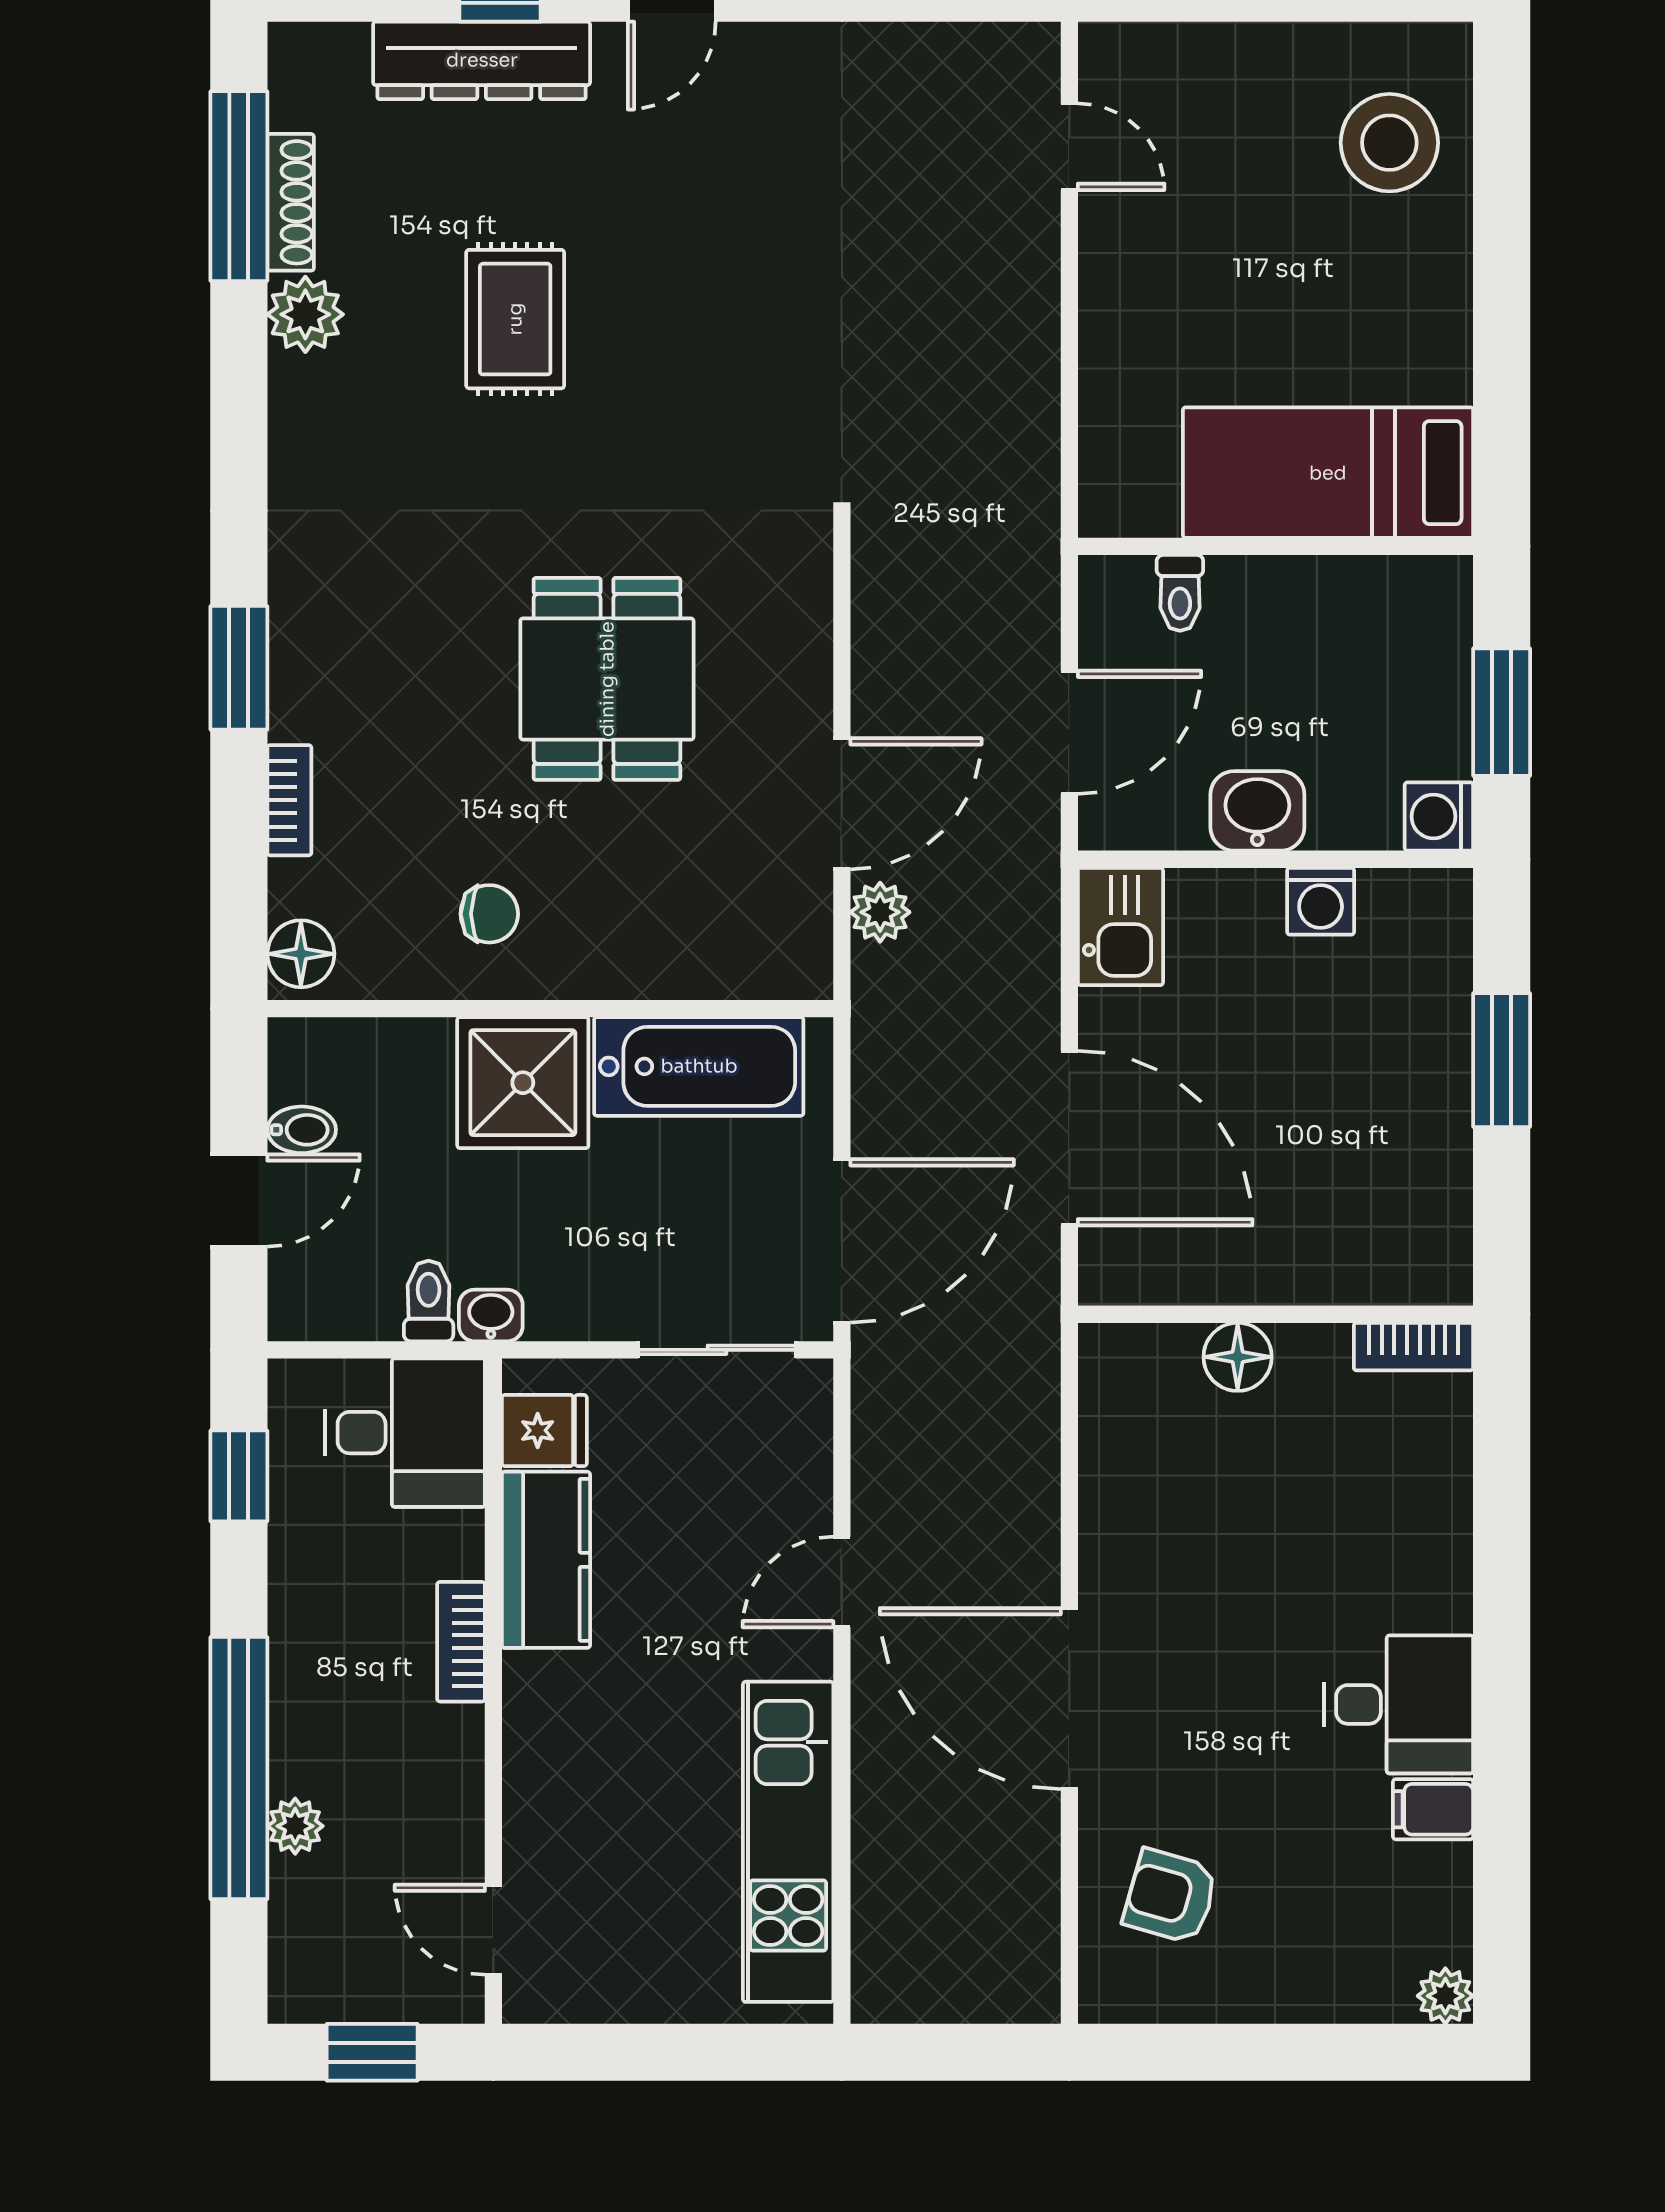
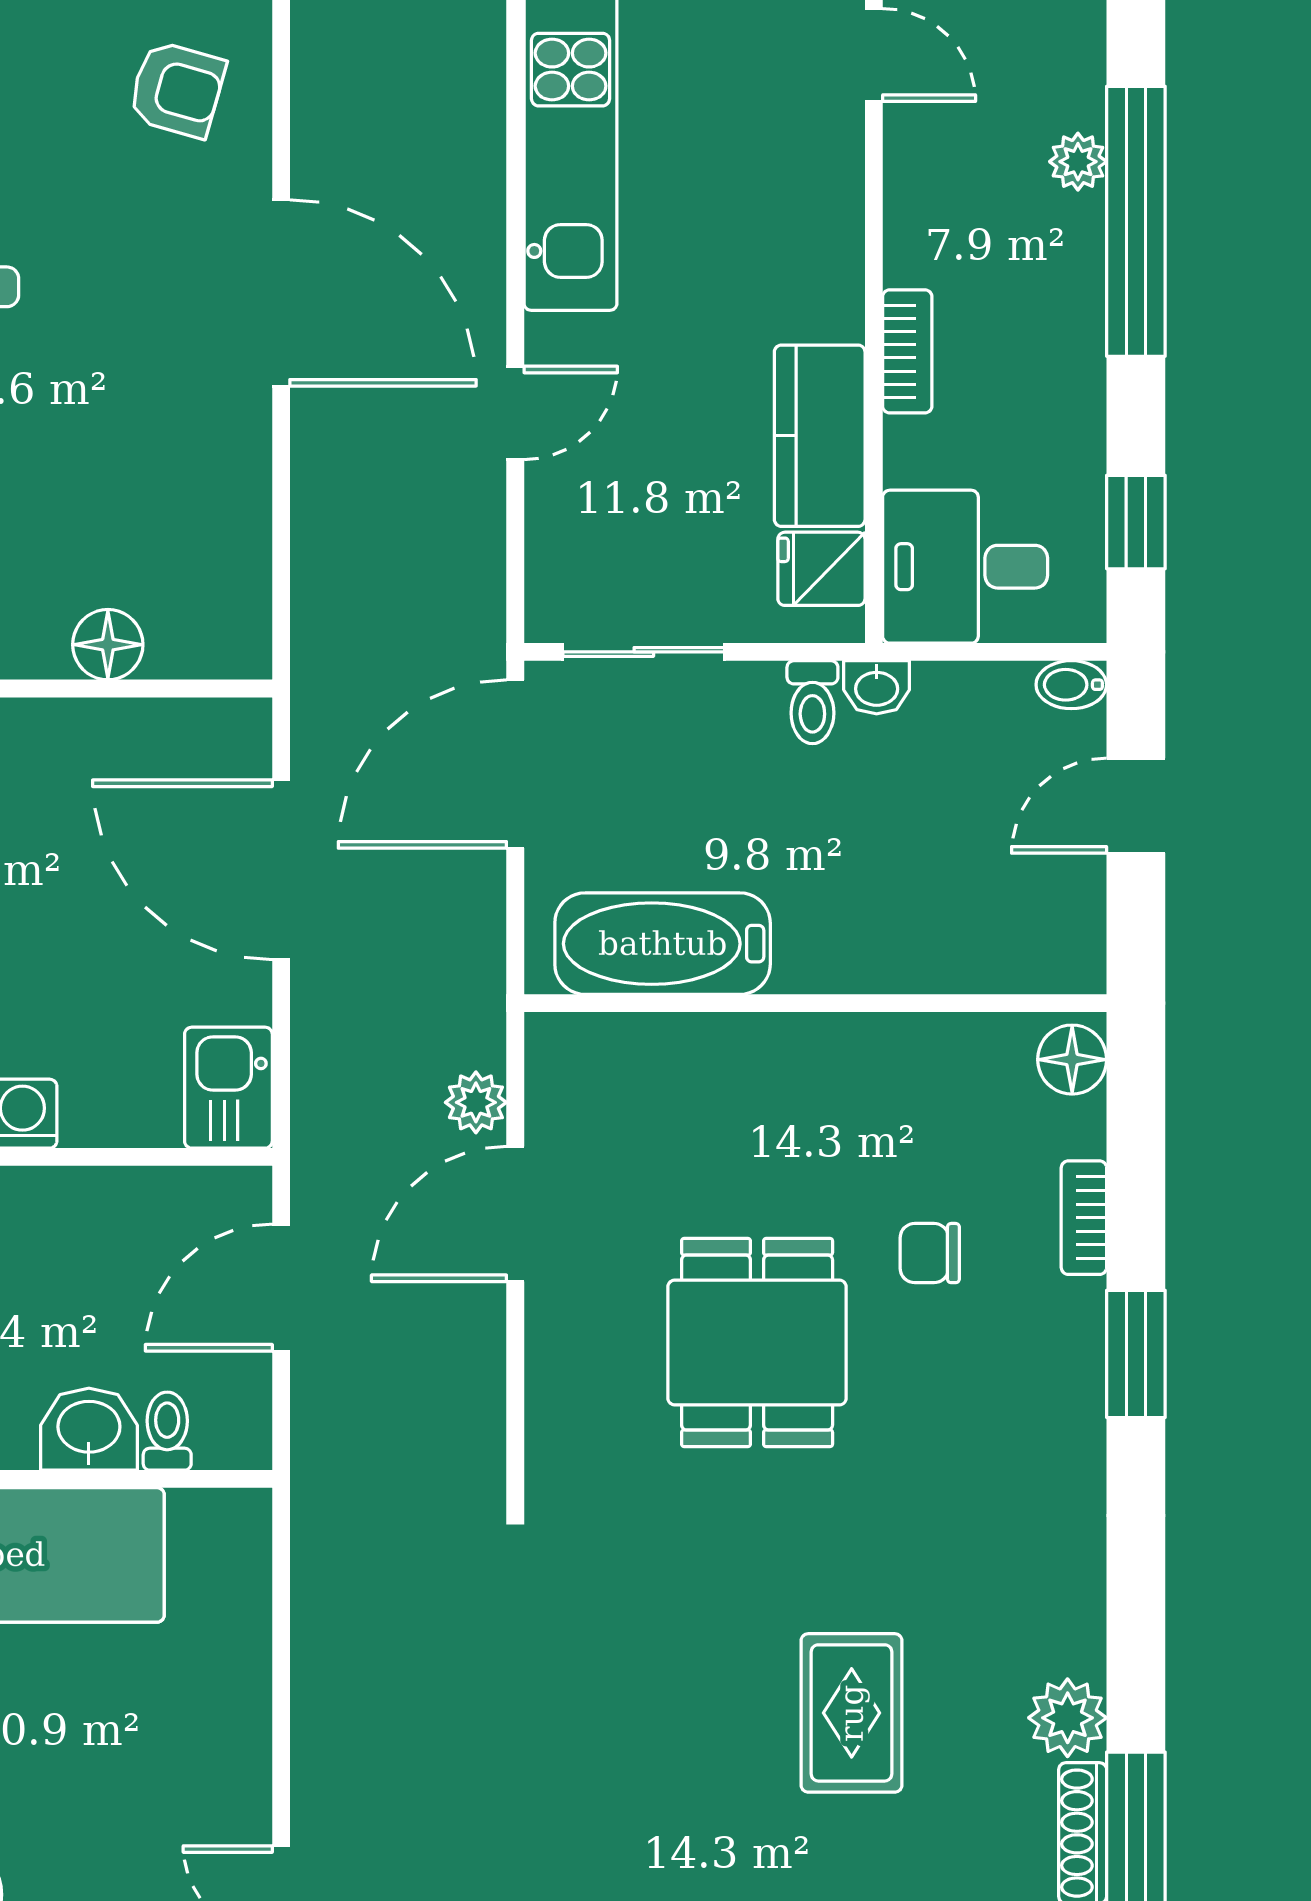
washbasin: (1257, 811) -> (89, 1429), moved, turned 180
chair: (489, 914) -> (930, 1253), moved
shower: (523, 1083) -> (844, 927), removed
bidet: (302, 1130) -> (1071, 685), moved
toilet: (429, 1301) -> (812, 702), moved

